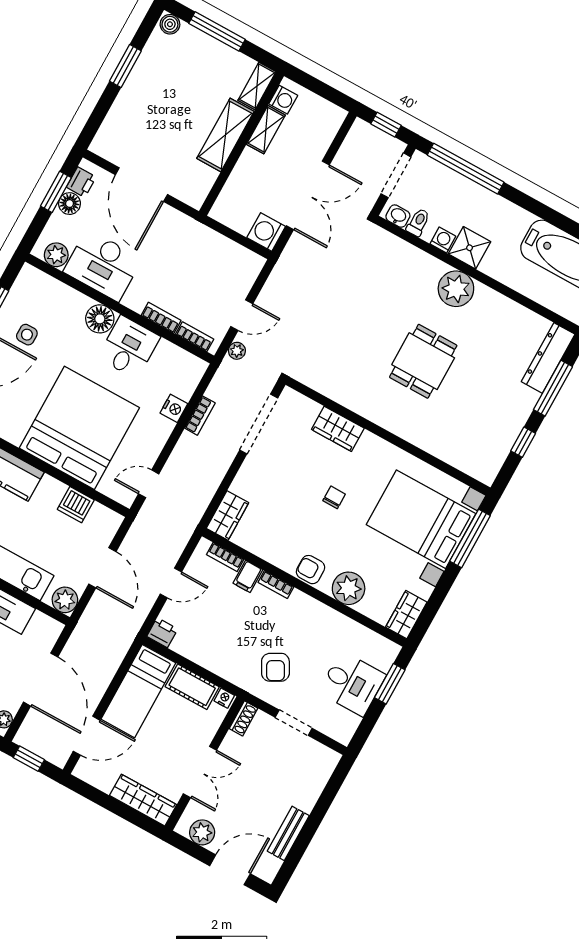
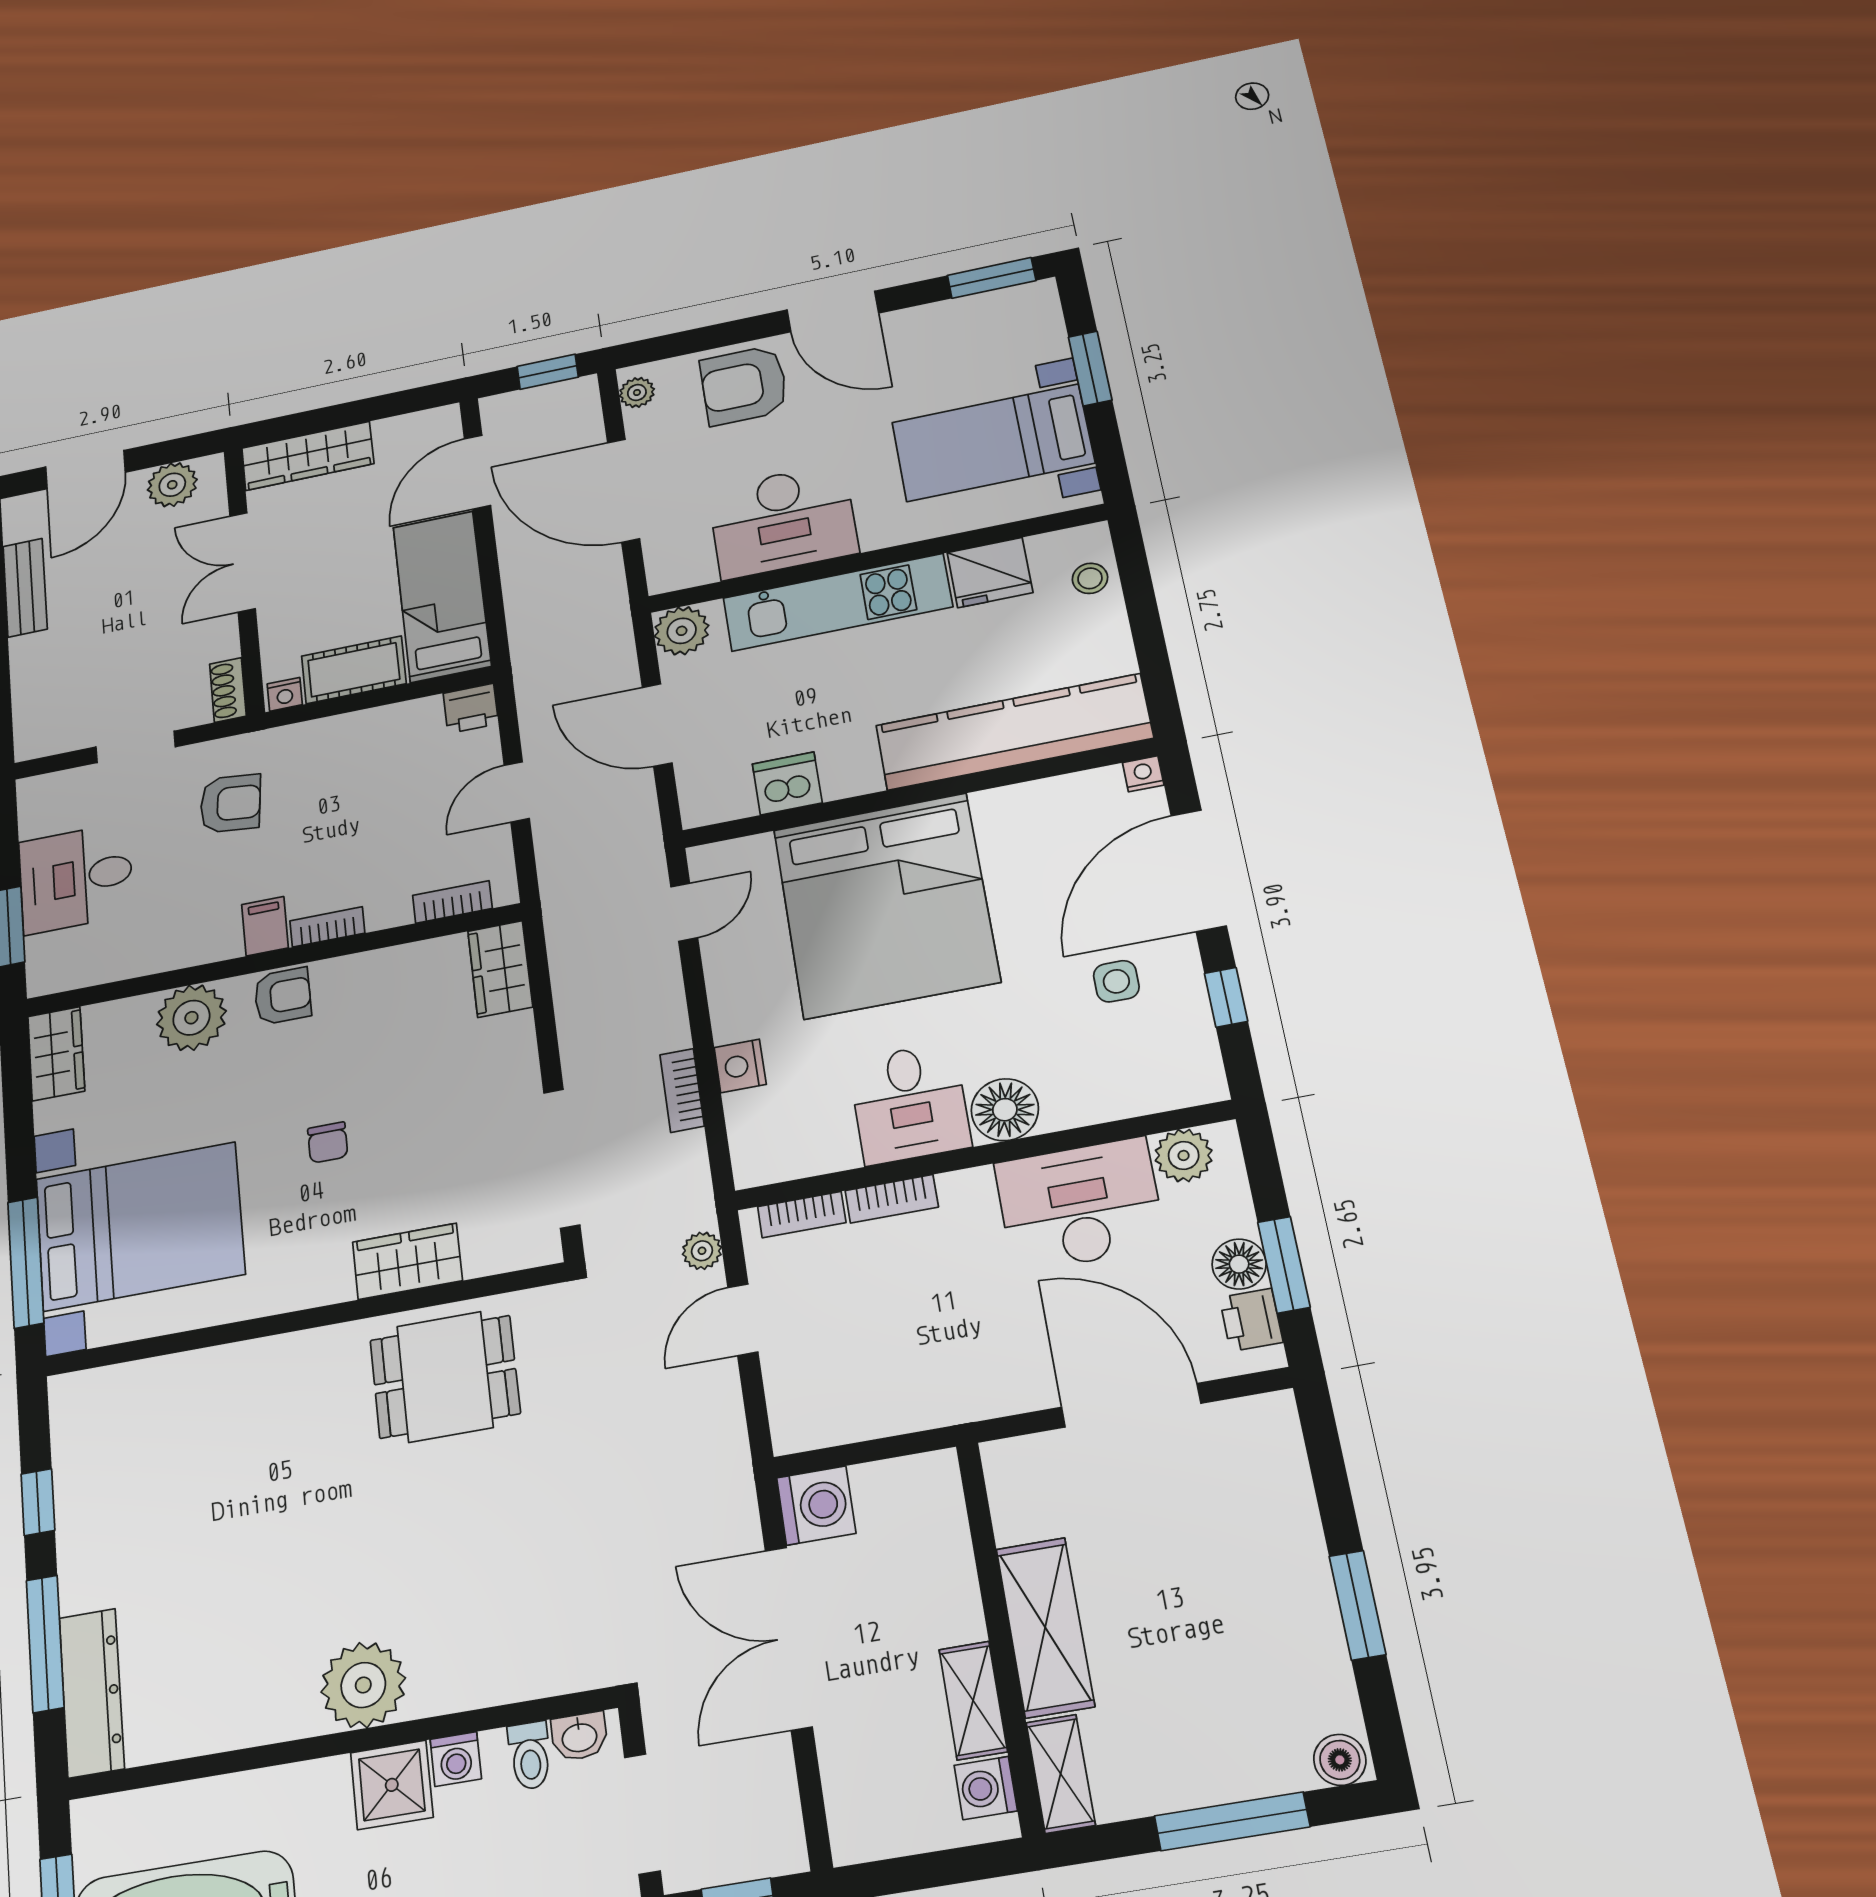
dining table: (423, 361) -> (445, 1377), moved, turned 90
filing cabinet: (248, 576) -> (265, 926), moved
armchair: (275, 667) -> (231, 803), turned 125

